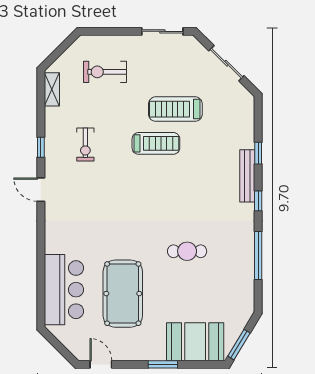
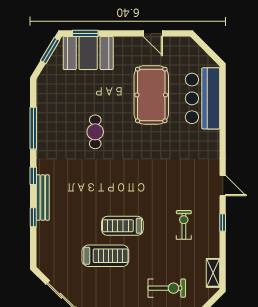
cafe table: (187, 251) -> (95, 132), turned 90
door: (101, 364) -> (153, 33), moved
window: (163, 364) -> (85, 33), moved

